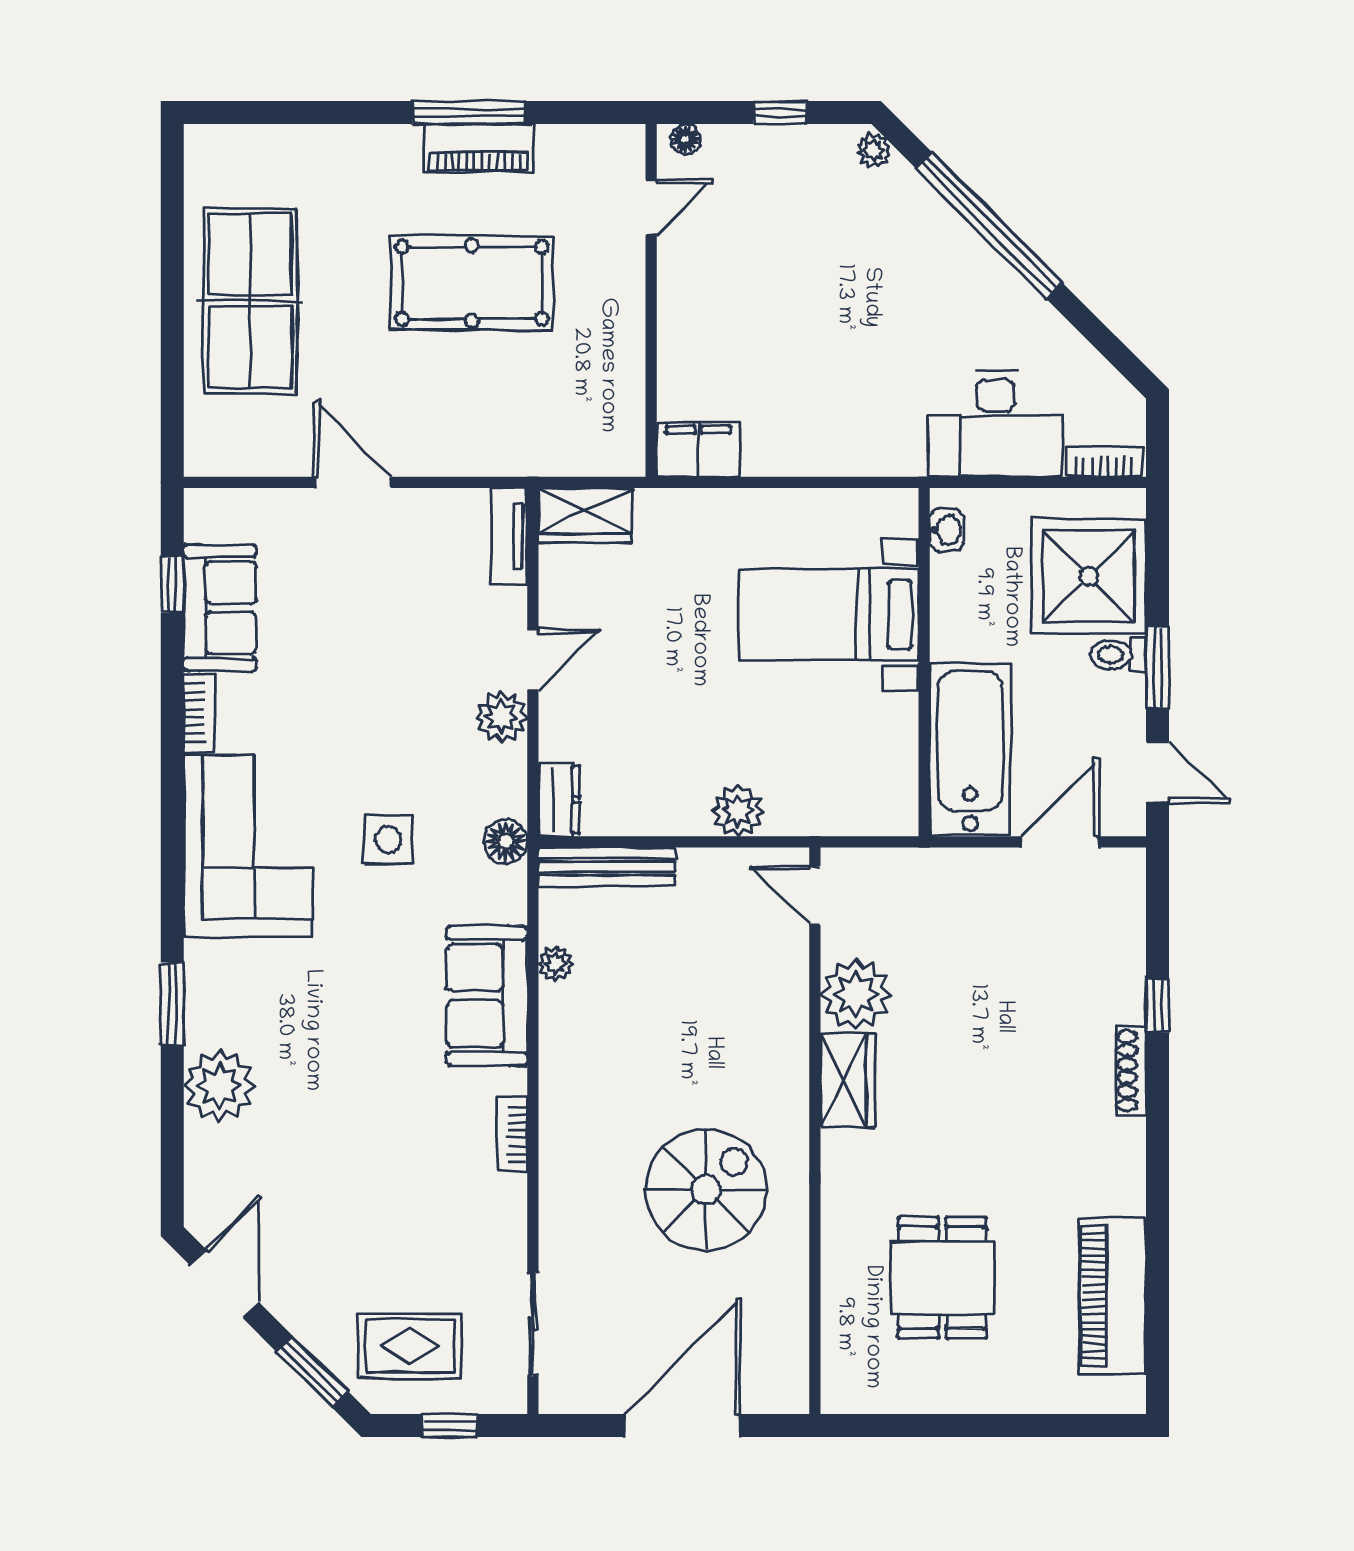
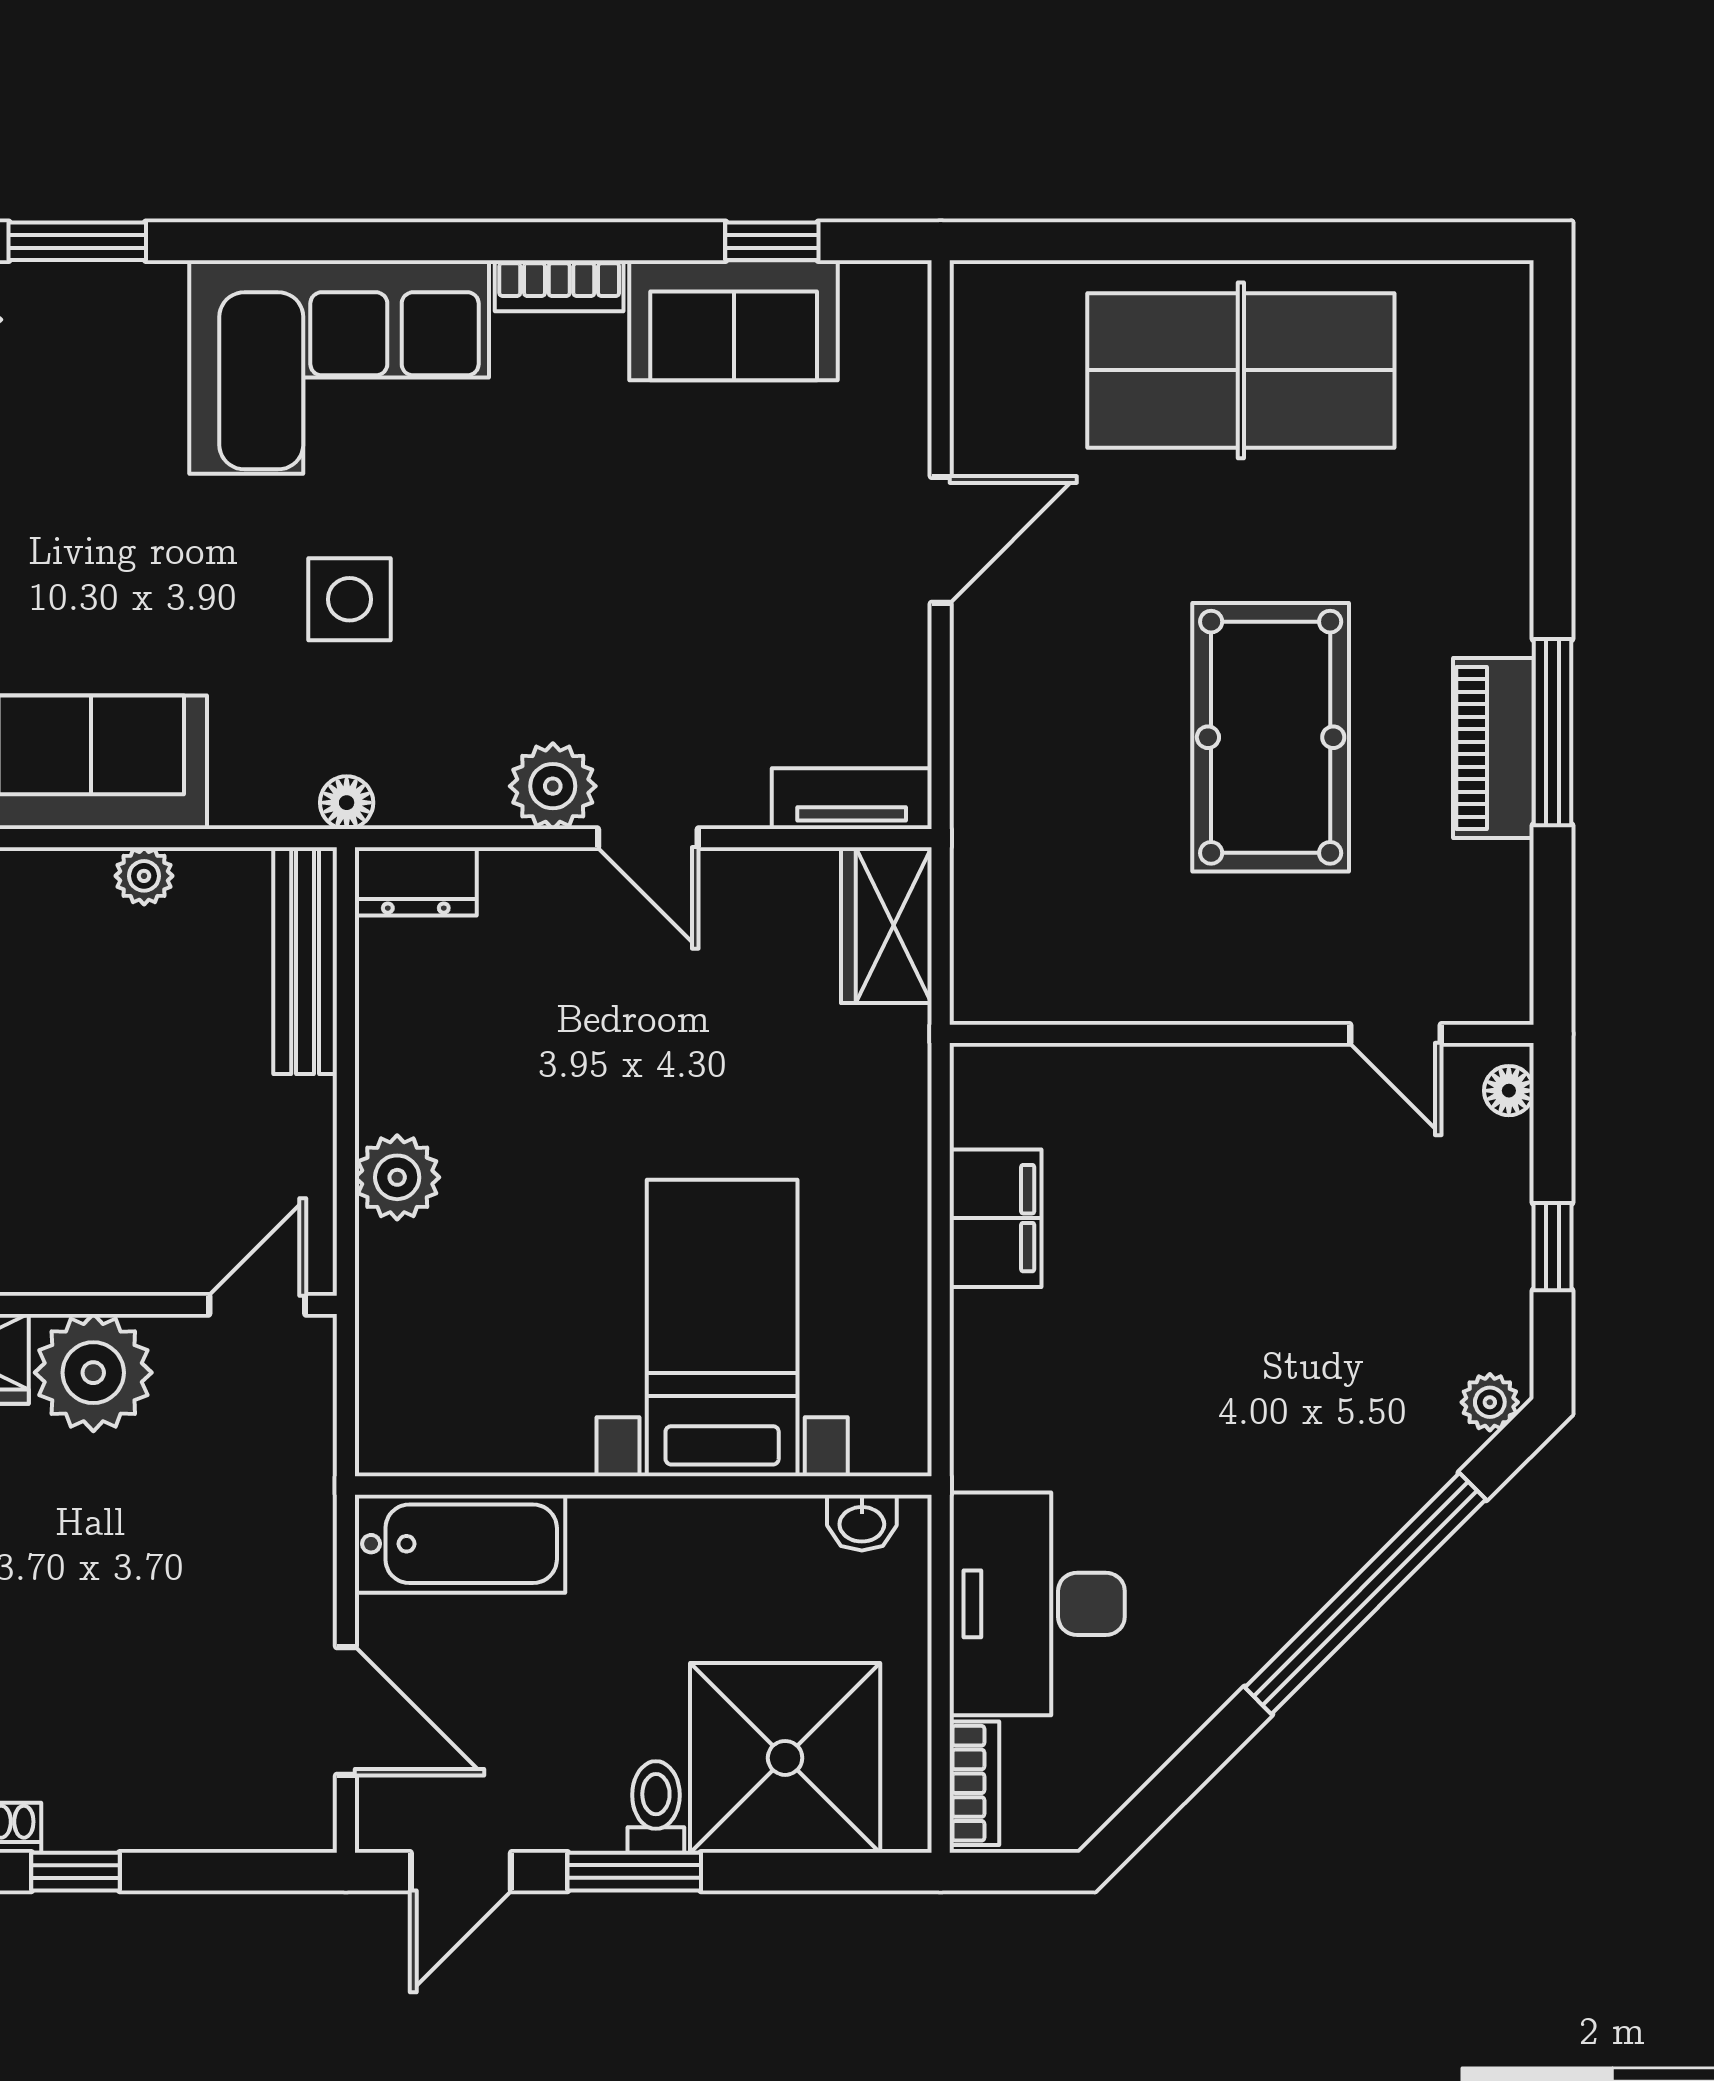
filing cabinet: (698, 449) -> (996, 1218), moved
bathtub: (970, 749) -> (461, 1544), width x0.73, depth x0.73
floor lamp: (505, 841) -> (347, 803), width x0.73, depth x0.73

